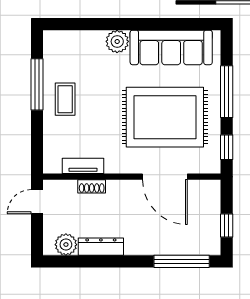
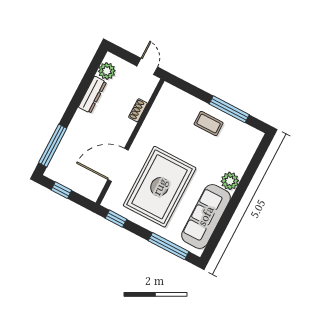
window: (227, 92) -> (169, 246), moved
tv unit: (83, 166) -> (155, 112), removed

